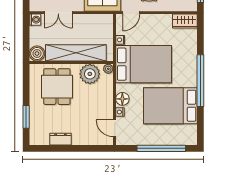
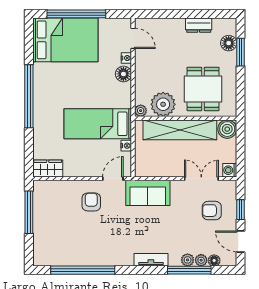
bed: (144, 64) -> (98, 124), width x0.67
bed: (170, 106) -> (65, 40), moved
floor lamp: (36, 124) -> (229, 43), added

